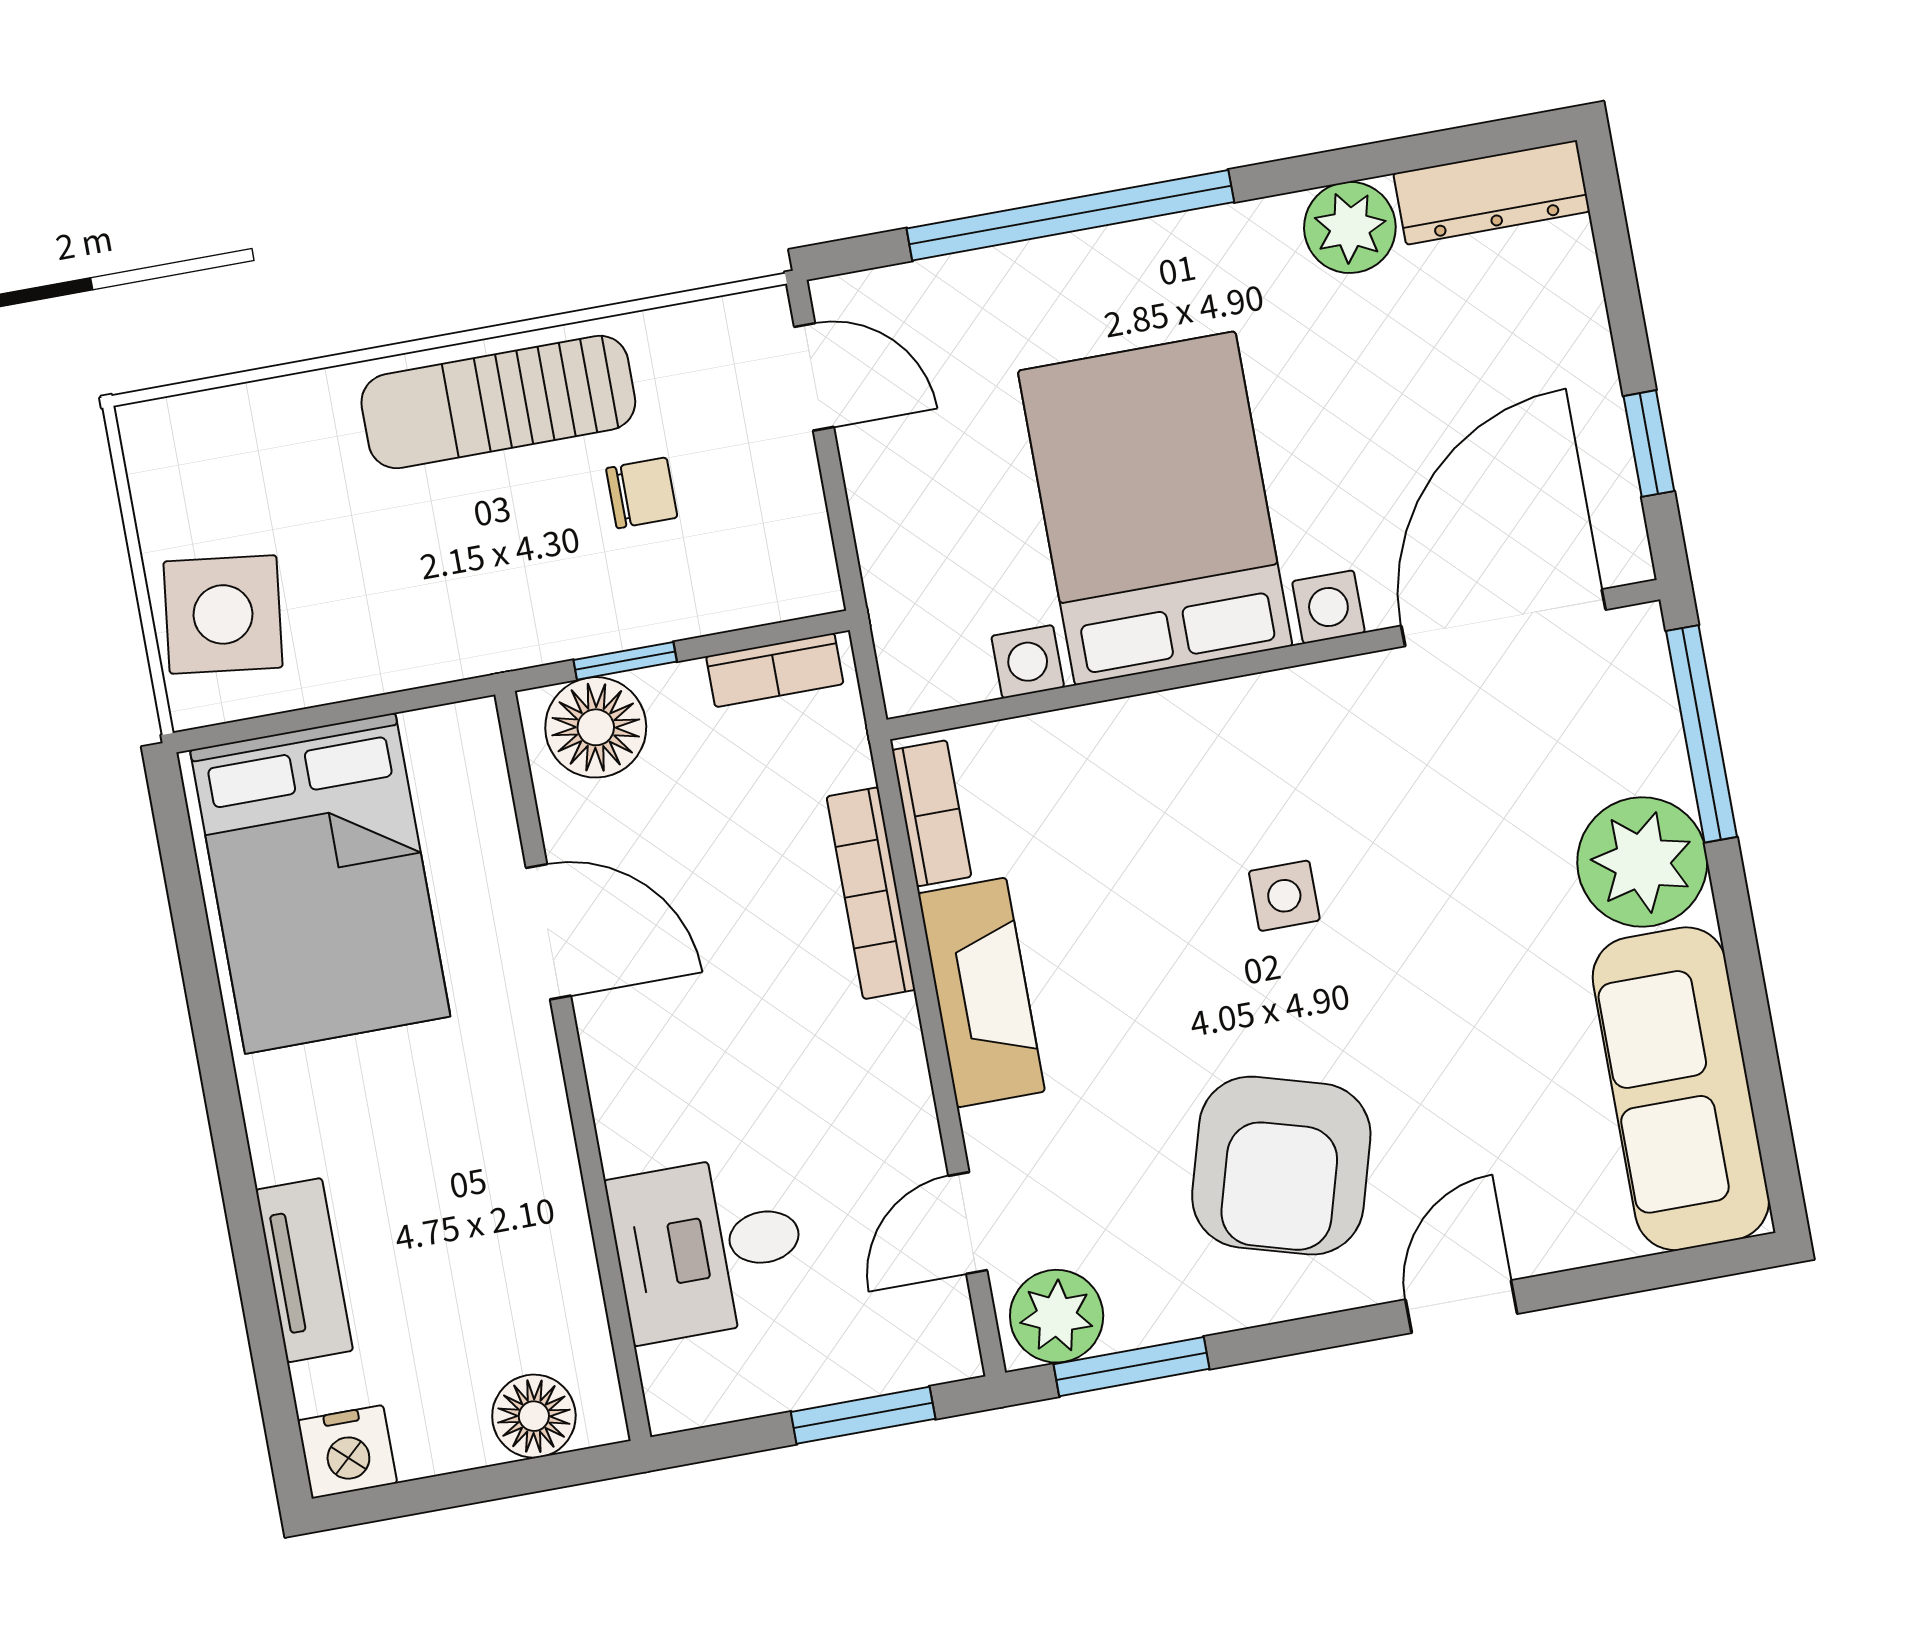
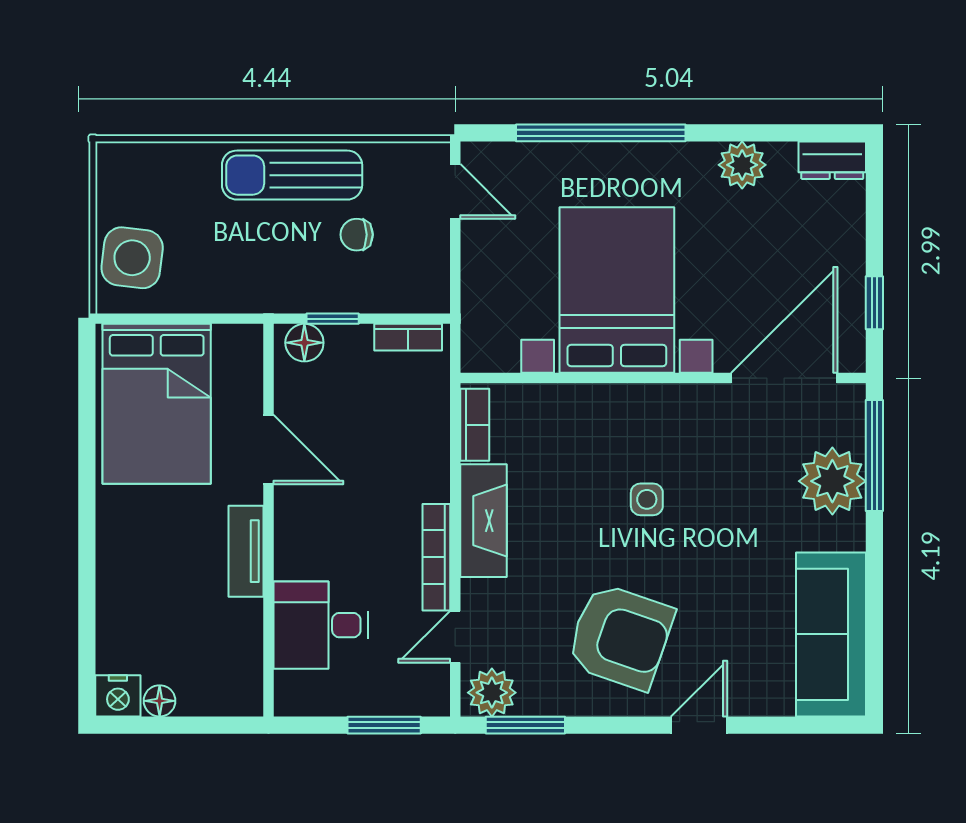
dresser: (1492, 192) -> (832, 160), width x0.70
chair: (642, 493) -> (357, 235), turned 180
floor lamp: (596, 727) -> (304, 343), width x0.73, depth x0.73
plant: (1642, 862) -> (832, 481), moved
bookcase: (871, 893) -> (436, 557), moved
armchair: (1281, 1166) -> (620, 637), turned -87
tv unit: (304, 1270) -> (246, 551), moved, turned 180
floor lamp: (534, 1416) -> (160, 701), moved, width x0.73, depth x0.73

